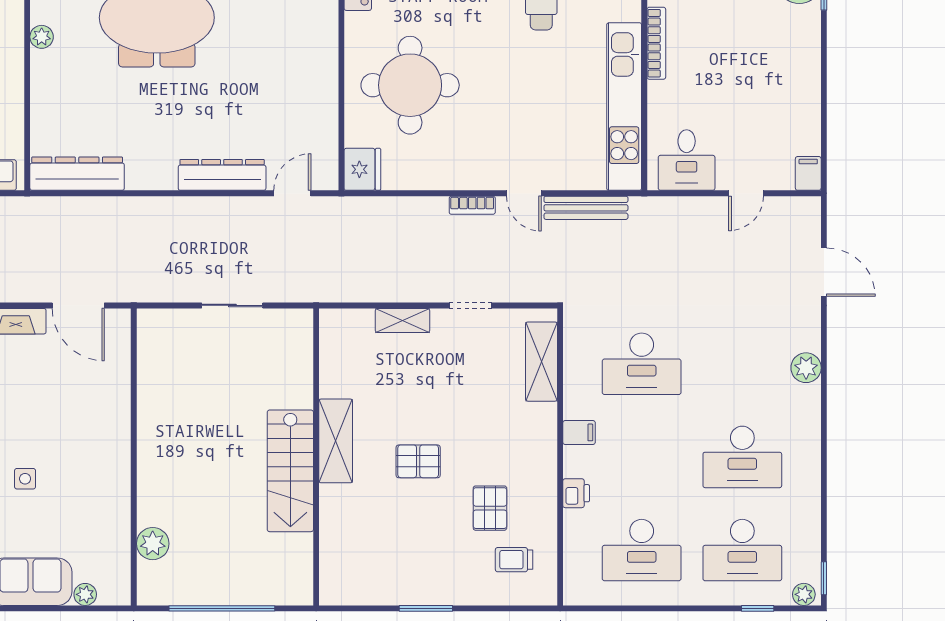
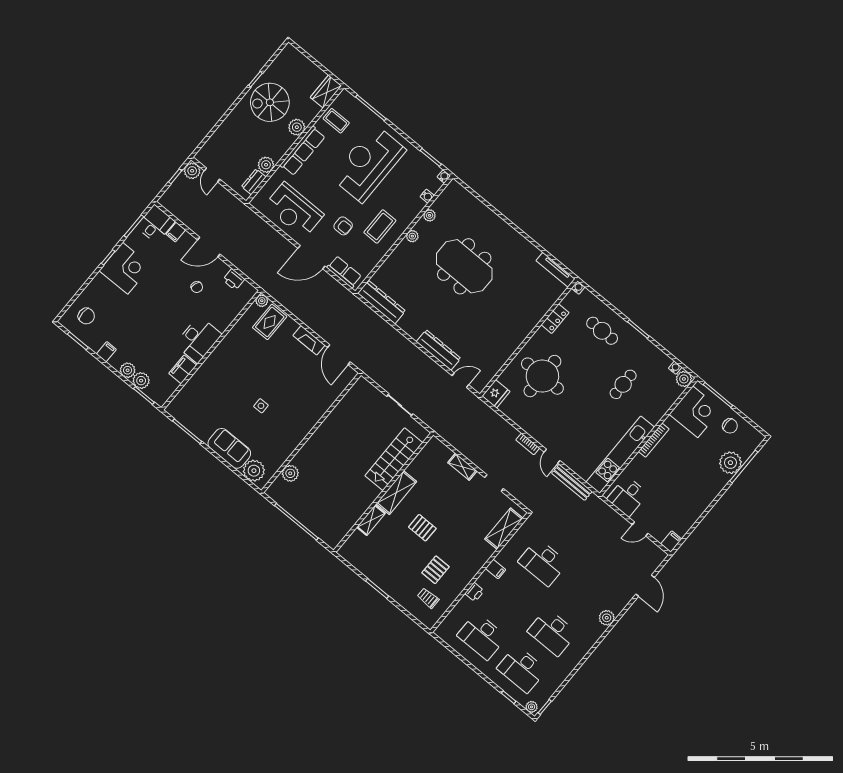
stairs: (290, 471) -> (394, 459), moved
shelving: (332, 514) -> (371, 520), added
plant: (85, 594) -> (254, 471), width x1.88, depth x1.88

